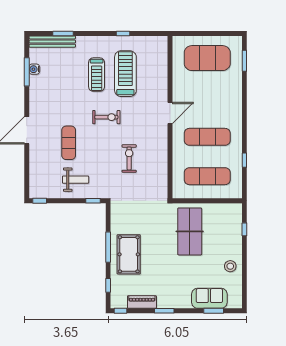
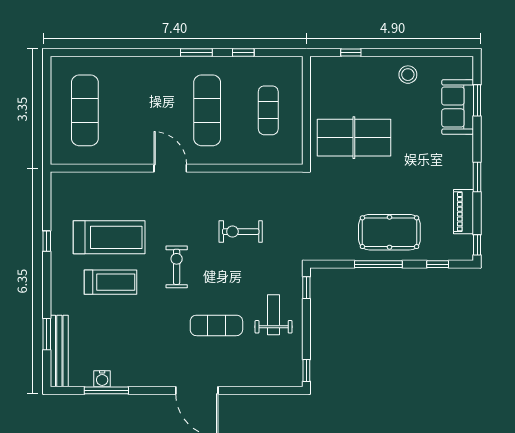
exercise mat: (207, 58) -> (85, 110), width x0.68
window: (244, 61) -> (196, 53), moved
treadmill: (125, 74) -> (109, 237), turned 180
exercise mat: (207, 176) -> (268, 110), width x0.73, depth x0.69

